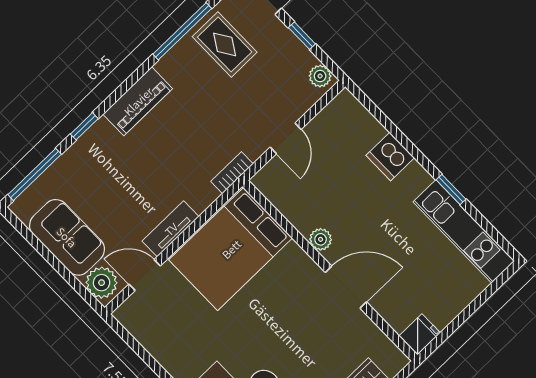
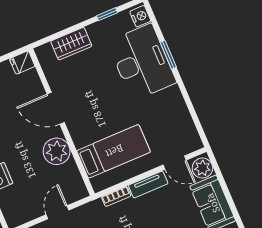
bookcase: (232, 173) -> (116, 196), moved
plant: (321, 239) -> (57, 151), width x1.87, depth x1.87
bed: (231, 249) -> (114, 151), width x0.67

